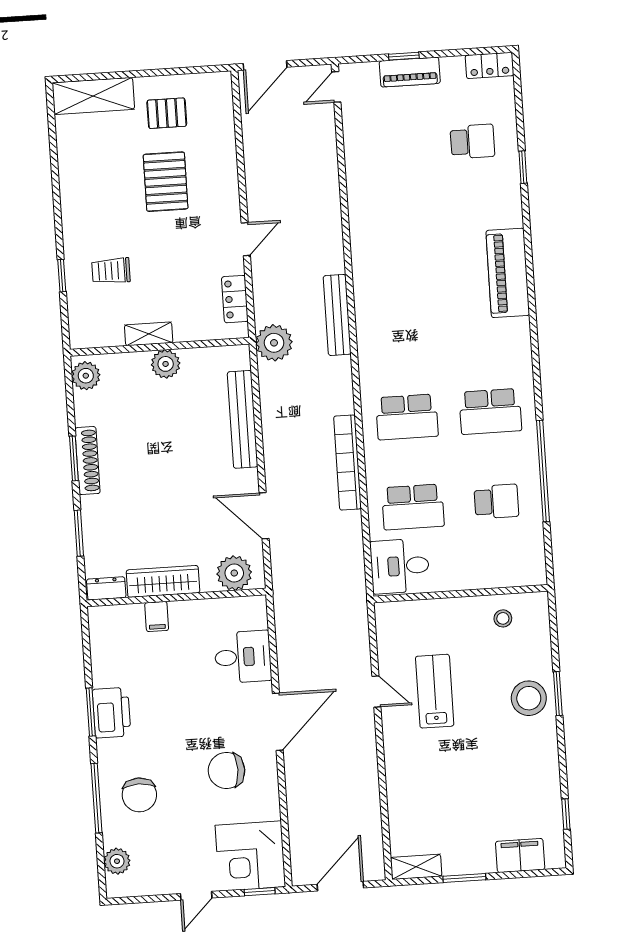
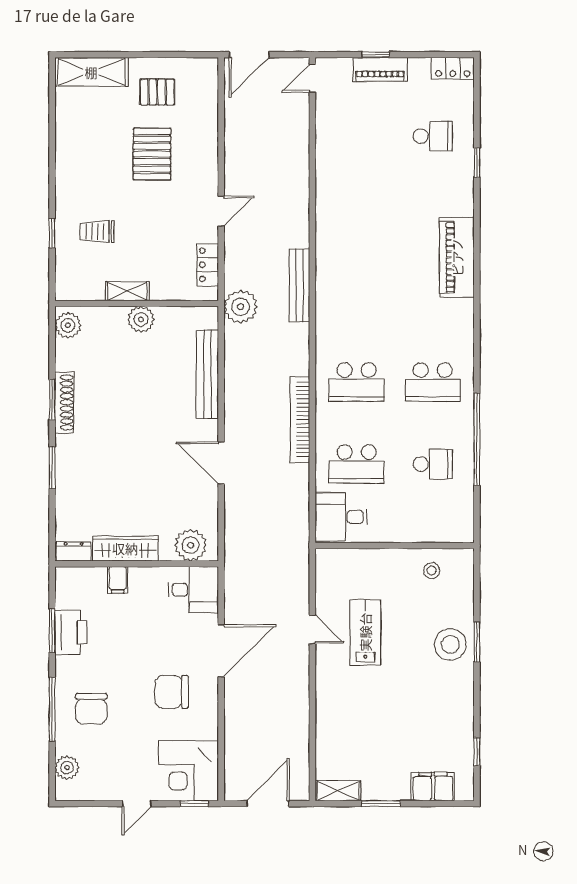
plant: (234, 573) -> (191, 545), moved
wardrobe: (163, 581) -> (125, 548), moved
dresser: (106, 588) -> (74, 551), moved
wall: (176, 597) -> (137, 564), moved
filing cabinet: (157, 617) -> (118, 580), moved

